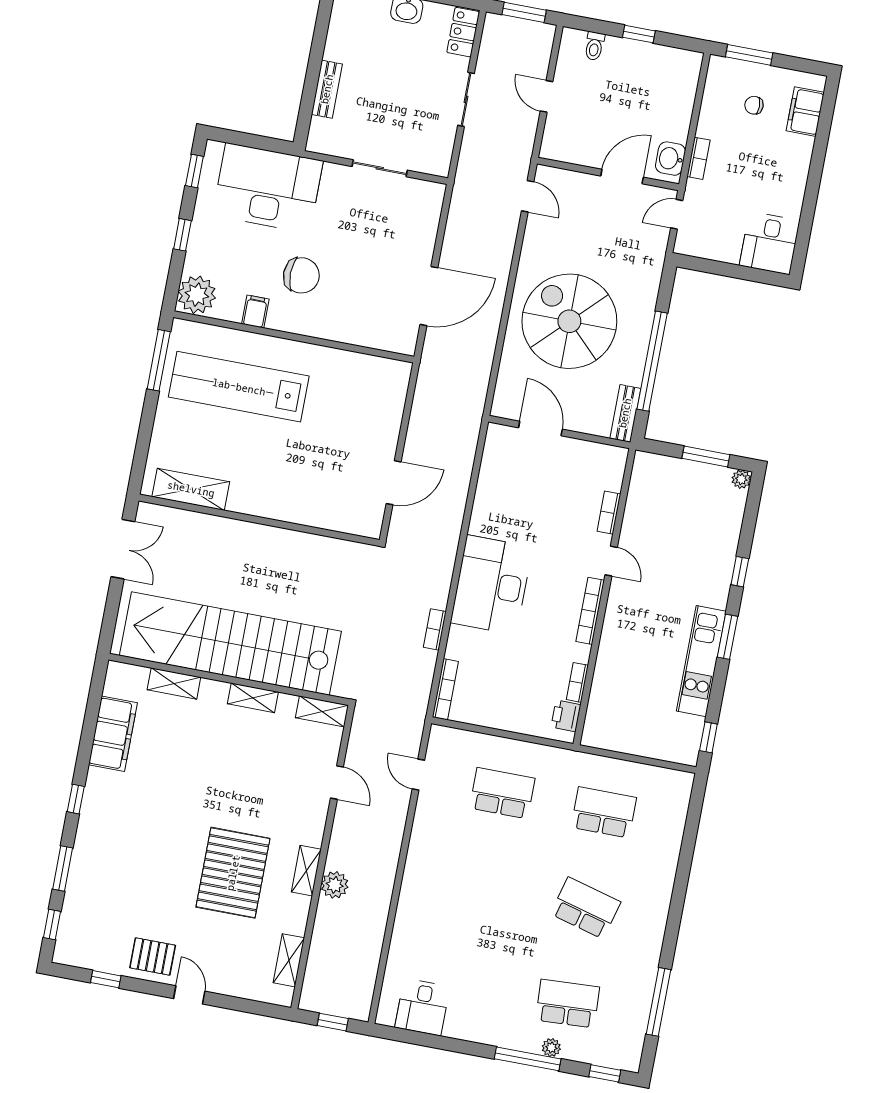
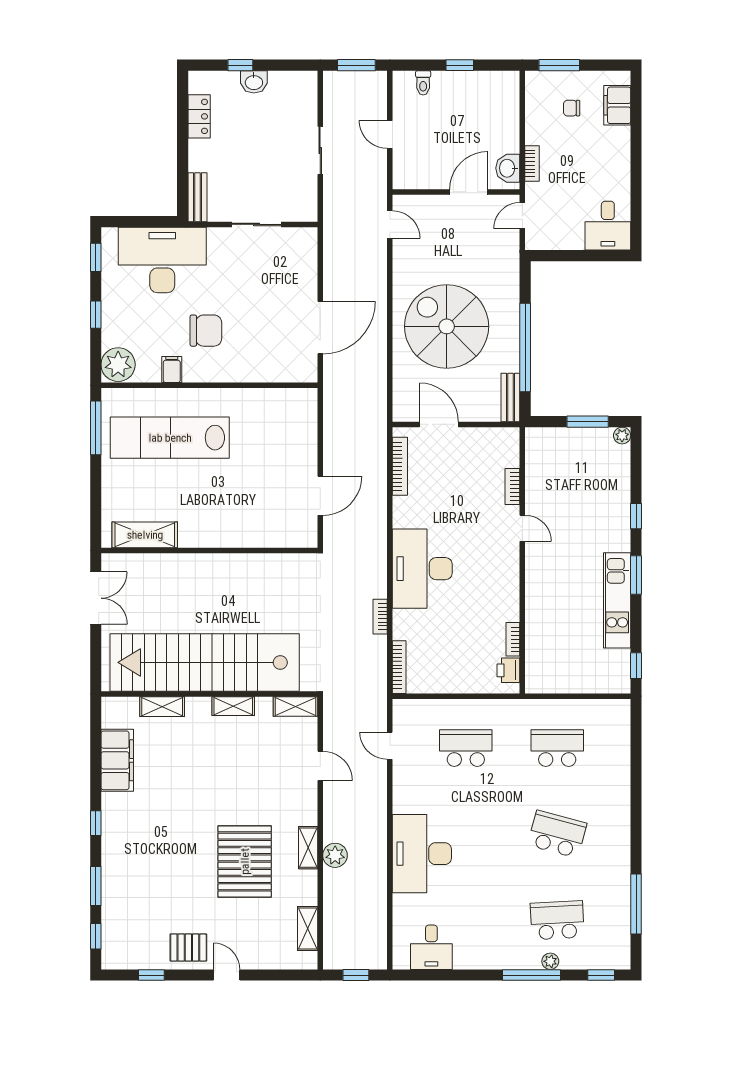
locker: (463, 32) -> (199, 116), moved, turned 180
bench: (327, 89) -> (197, 197), moved
bookcase: (590, 611) -> (400, 466), moved, turned 180
desk: (431, 901) -> (422, 854), added

